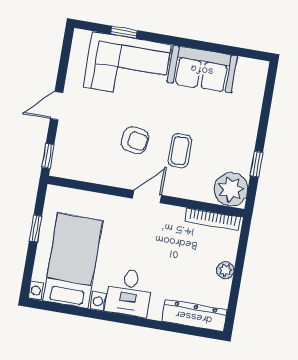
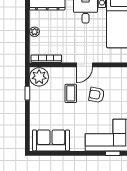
sofa: (202, 69) -> (51, 140), moved

